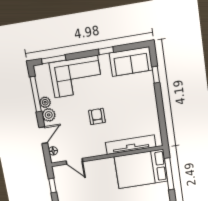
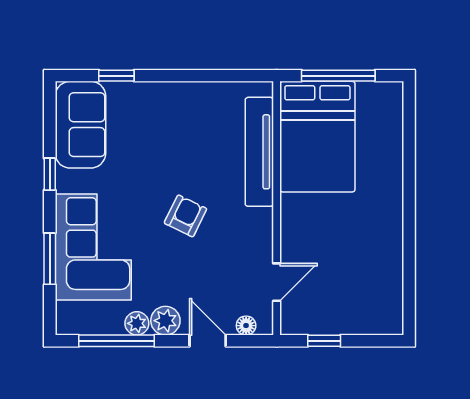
window: (54, 59) -> (50, 259), moved
armchair: (97, 116) -> (185, 216), turned 116

